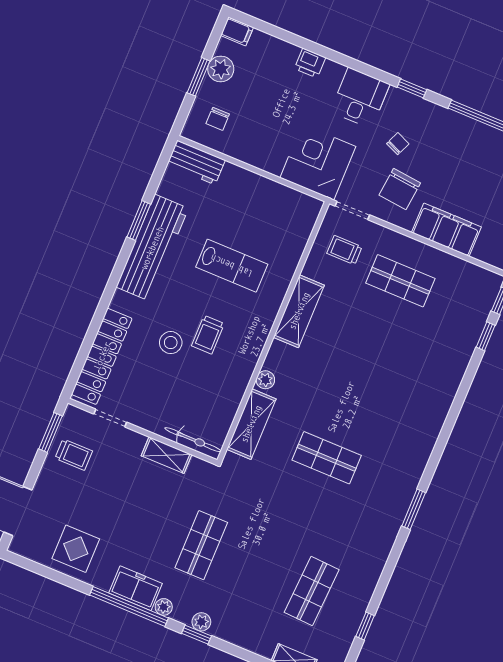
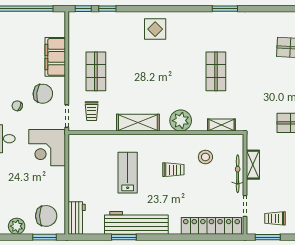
window: (199, 77) -> (45, 237), moved
chair: (218, 119) -> (46, 216), width x1.87, depth x1.87
stool: (171, 343) -> (205, 157), moved
plant: (265, 380) -> (181, 121), width x1.87, depth x1.87
display table: (426, 394) -> (155, 29), added
shelving: (251, 424) -> (221, 125), width x0.67, depth x0.75
bicycle: (193, 440) -> (238, 174), moved
trolley: (74, 455) -> (275, 218), turned -90

